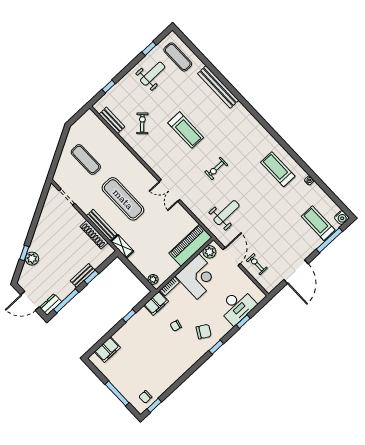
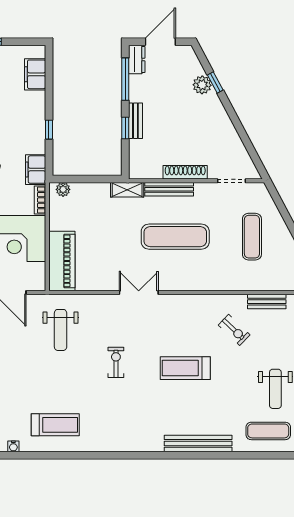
exercise mat: (86, 159) -> (252, 237), turned 90
shoe rack: (94, 235) -> (185, 172), moved
plant: (209, 252) -> (37, 274), removed

